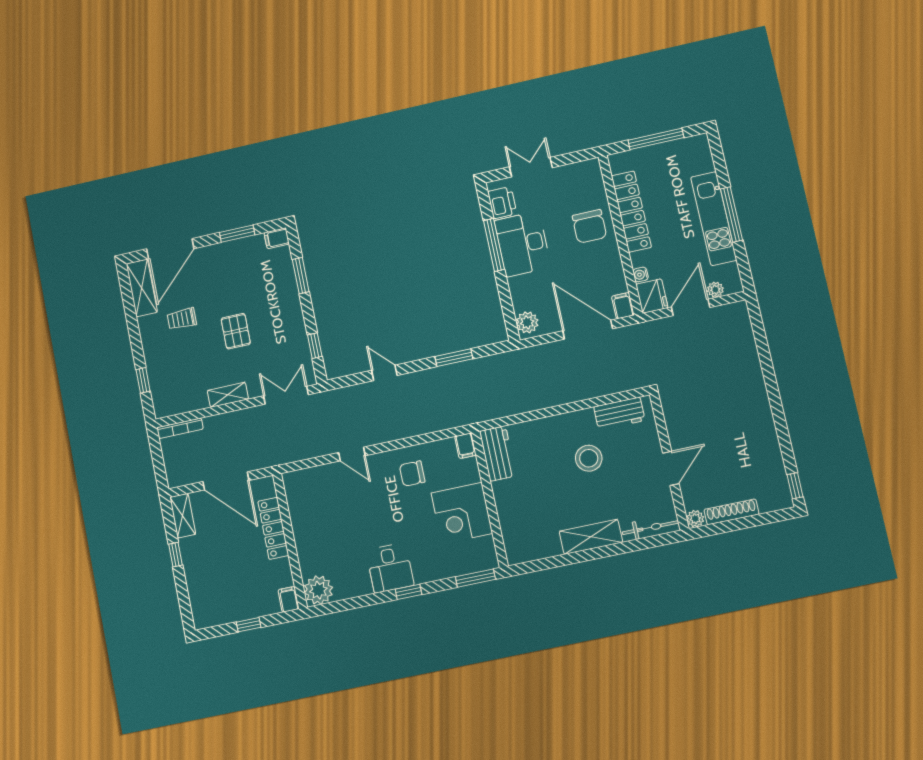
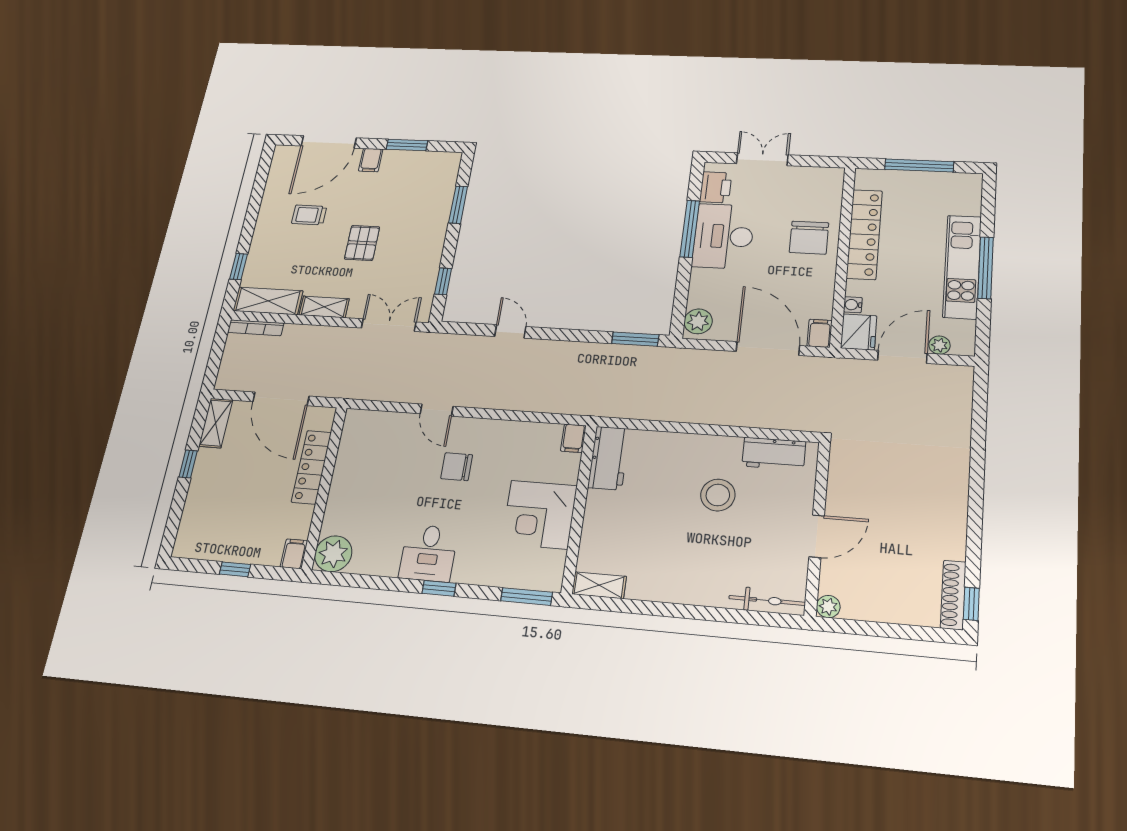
filing cabinet: (277, 238) -> (371, 160), moved, turned -90
shelving: (142, 288) -> (268, 301), moved, turned 90
window: (454, 358) -> (635, 339), moved
chair: (412, 474) -> (457, 467), moved
shoe rack: (731, 512) -> (953, 595), moved, turned -90
shelving: (591, 537) -> (599, 585), moved, width x0.67, depth x0.75

